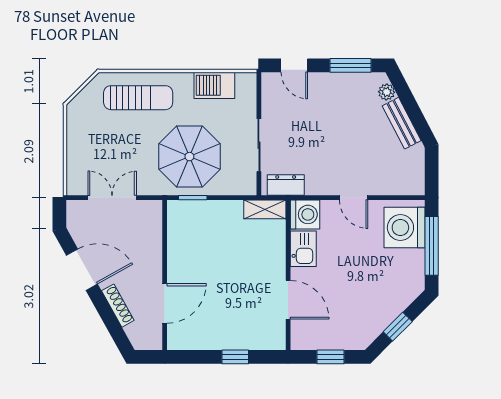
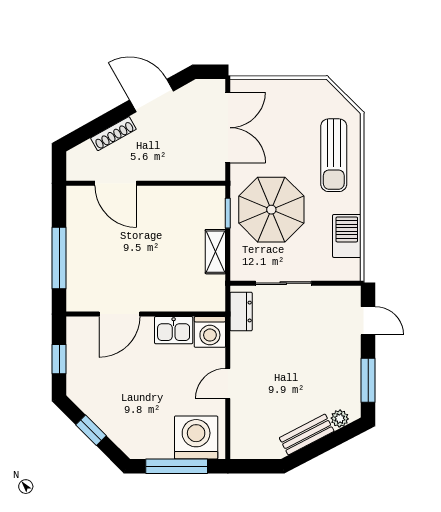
door: (294, 65) -> (368, 321), swing flipped
double door: (112, 198) -> (228, 128), width x1.37
shelving: (265, 209) -> (215, 252), moved
door: (82, 270) -> (151, 96), swing flipped
window: (235, 357) -> (59, 258), width x2.17

